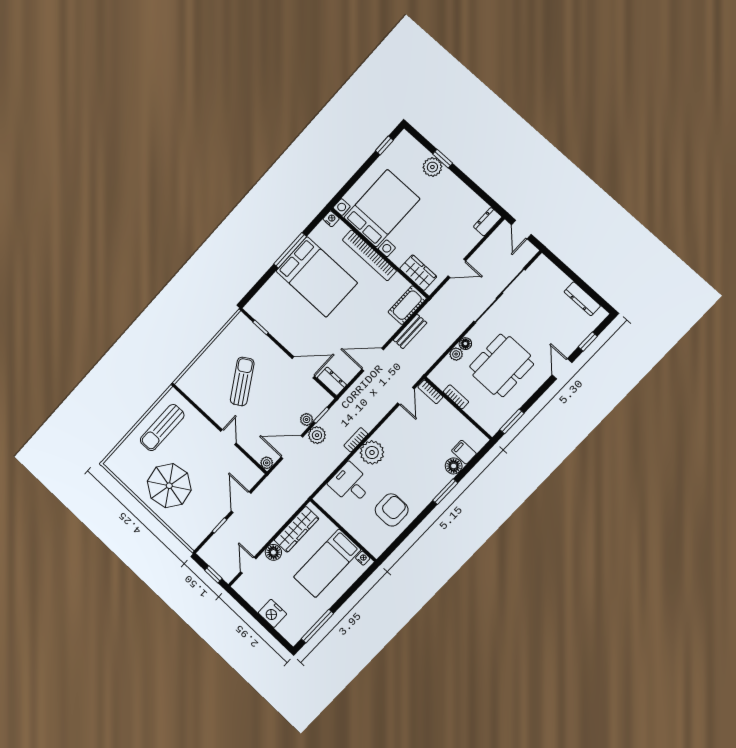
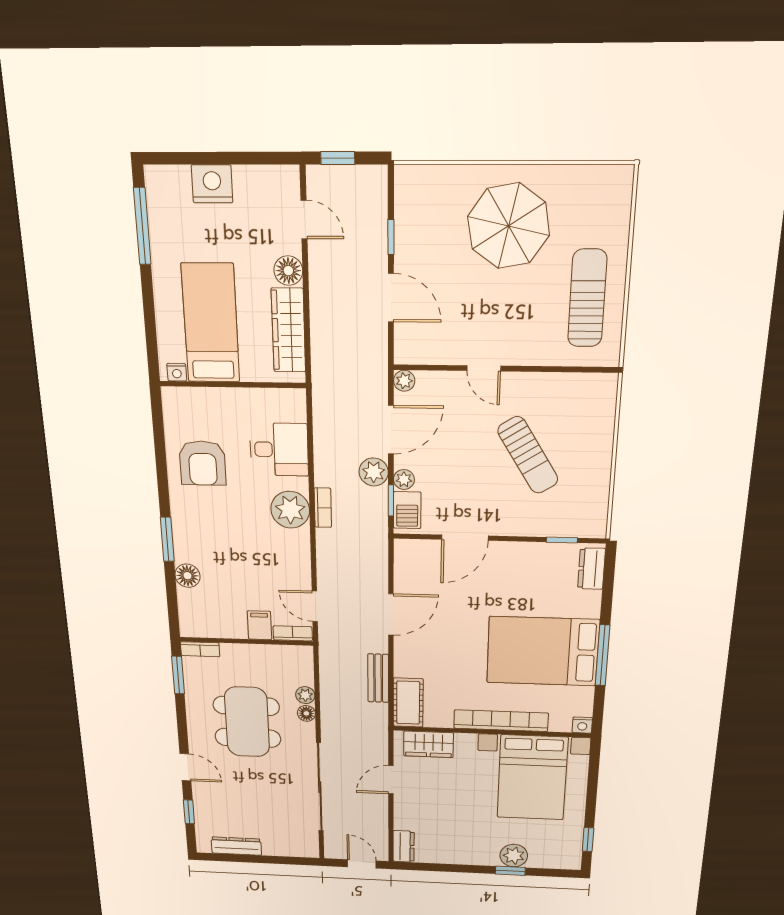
dresser: (332, 381) -> (592, 569), moved, turned 90
bookcase: (456, 397) -> (200, 649), moved
barbecue: (318, 404) -> (407, 510), added
filing cabinet: (464, 452) -> (260, 625), moved, turned -90

